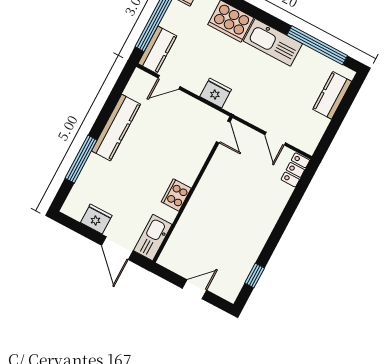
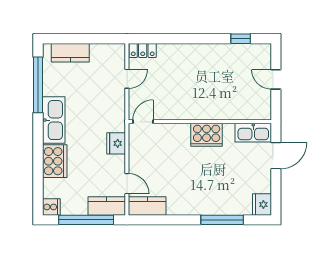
kitchen counter: (116, 128) -> (147, 206), moved, width x0.67
cooker: (176, 195) -> (207, 135), width x1.37, depth x1.31
fridge: (96, 219) -> (262, 205), moved

